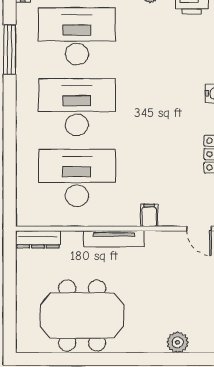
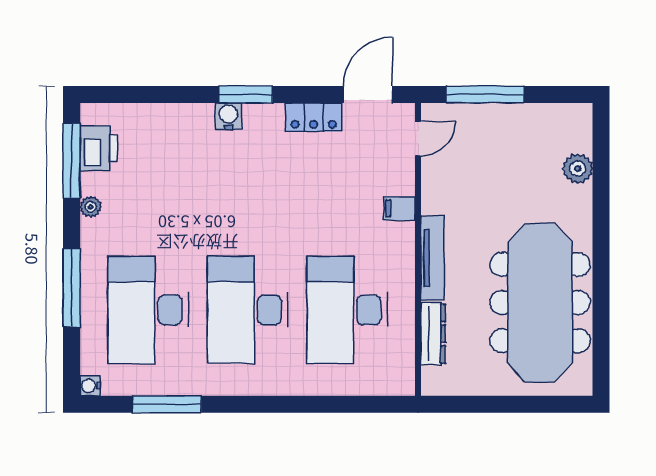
dresser: (38, 239) -> (433, 334), moved
meeting table: (82, 316) -> (540, 303), width x1.36

